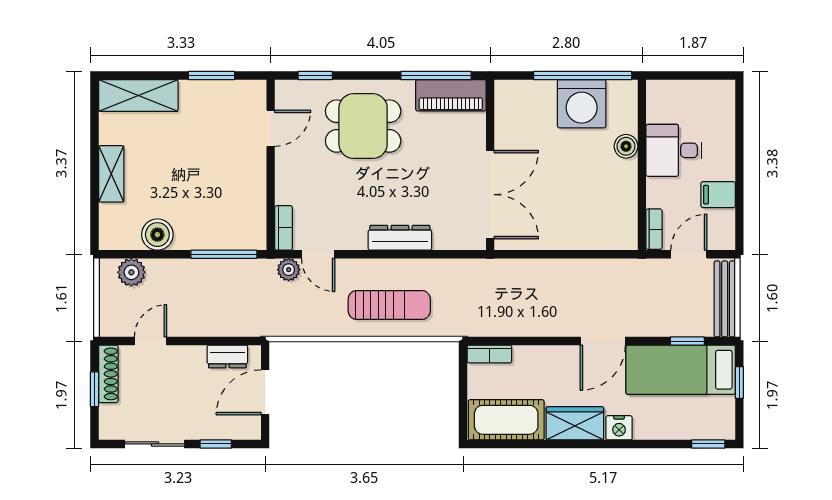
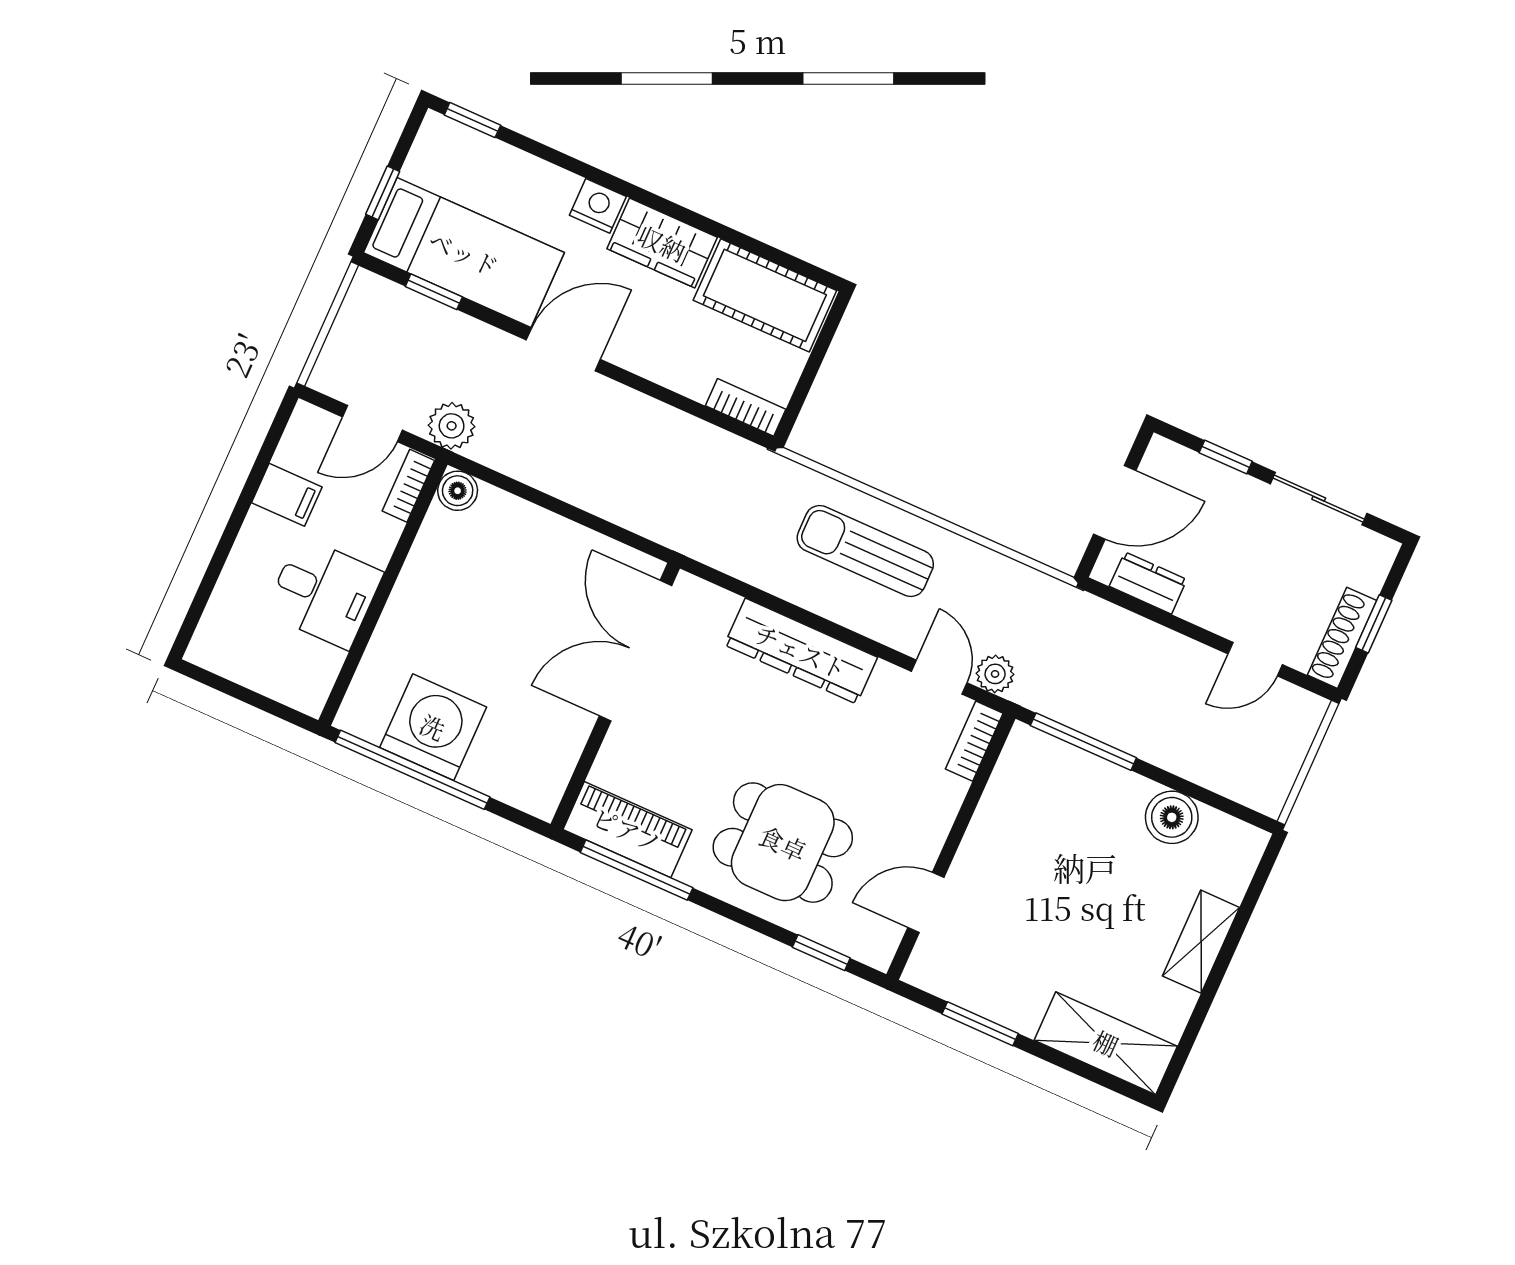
boiler: (626, 146) -> (458, 491), moved
dresser: (400, 238) -> (801, 651), width x1.37, depth x1.24
plant: (131, 272) -> (452, 426), moved
bench: (725, 299) -> (348, 331), removed

